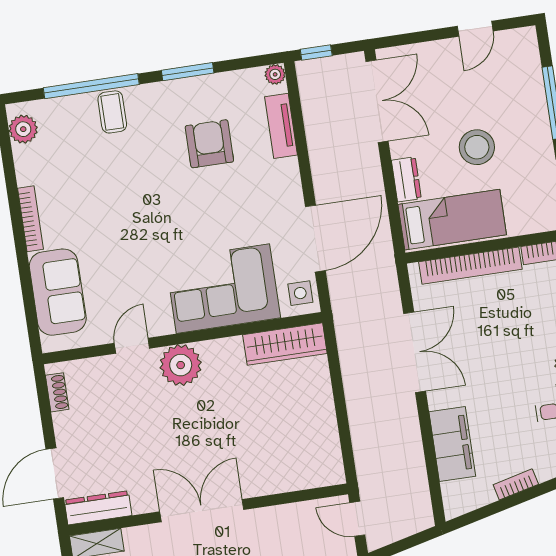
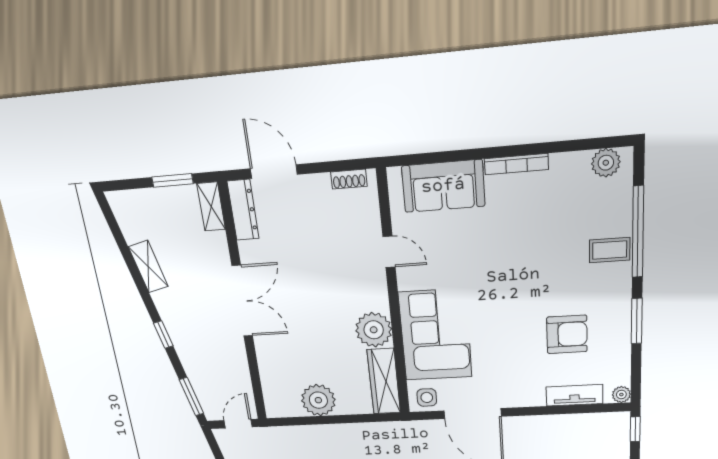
plant: (181, 365) -> (374, 330), moved
plant: (316, 421) -> (318, 400), added

